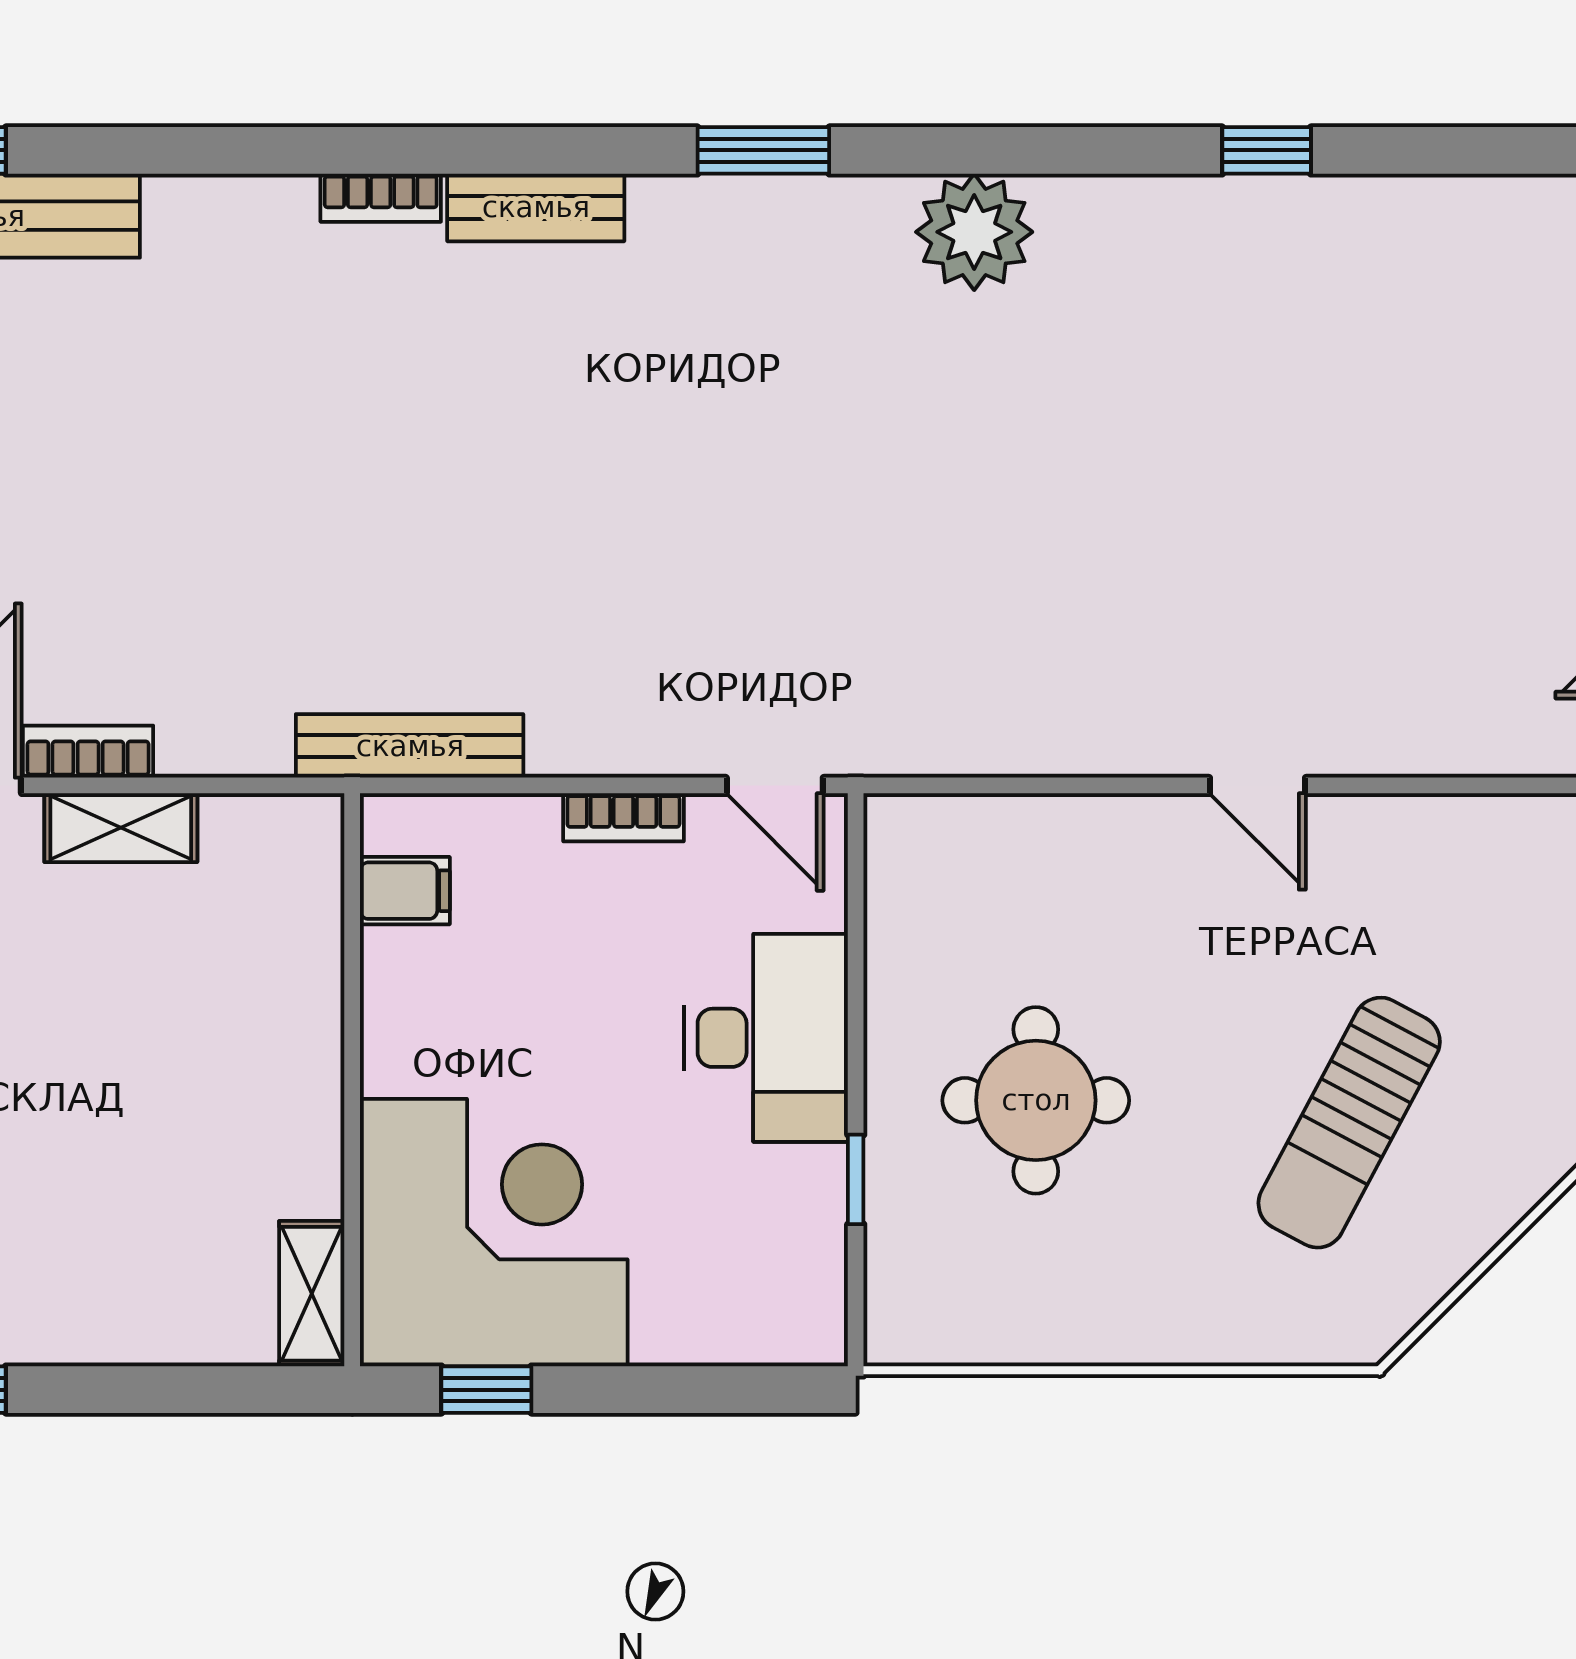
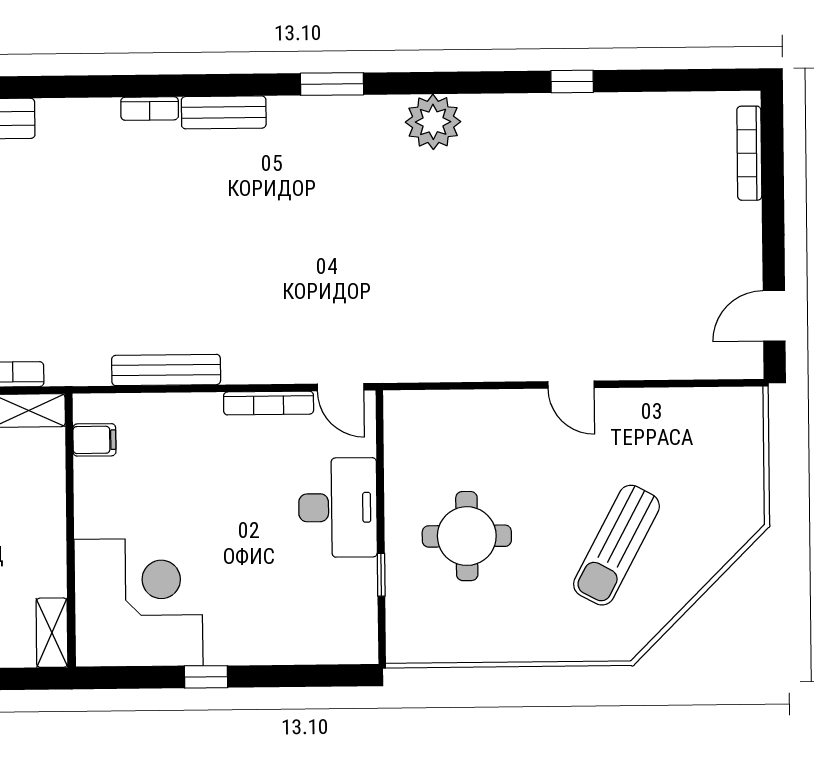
bookcase: (623, 817) -> (269, 403), width x1.56
filing cabinet: (405, 891) -> (94, 440), moved
wall: (352, 1080) -> (70, 530), moved
corner desk: (494, 1233) -> (139, 603), moved
shelving: (312, 1294) -> (52, 633), moved

